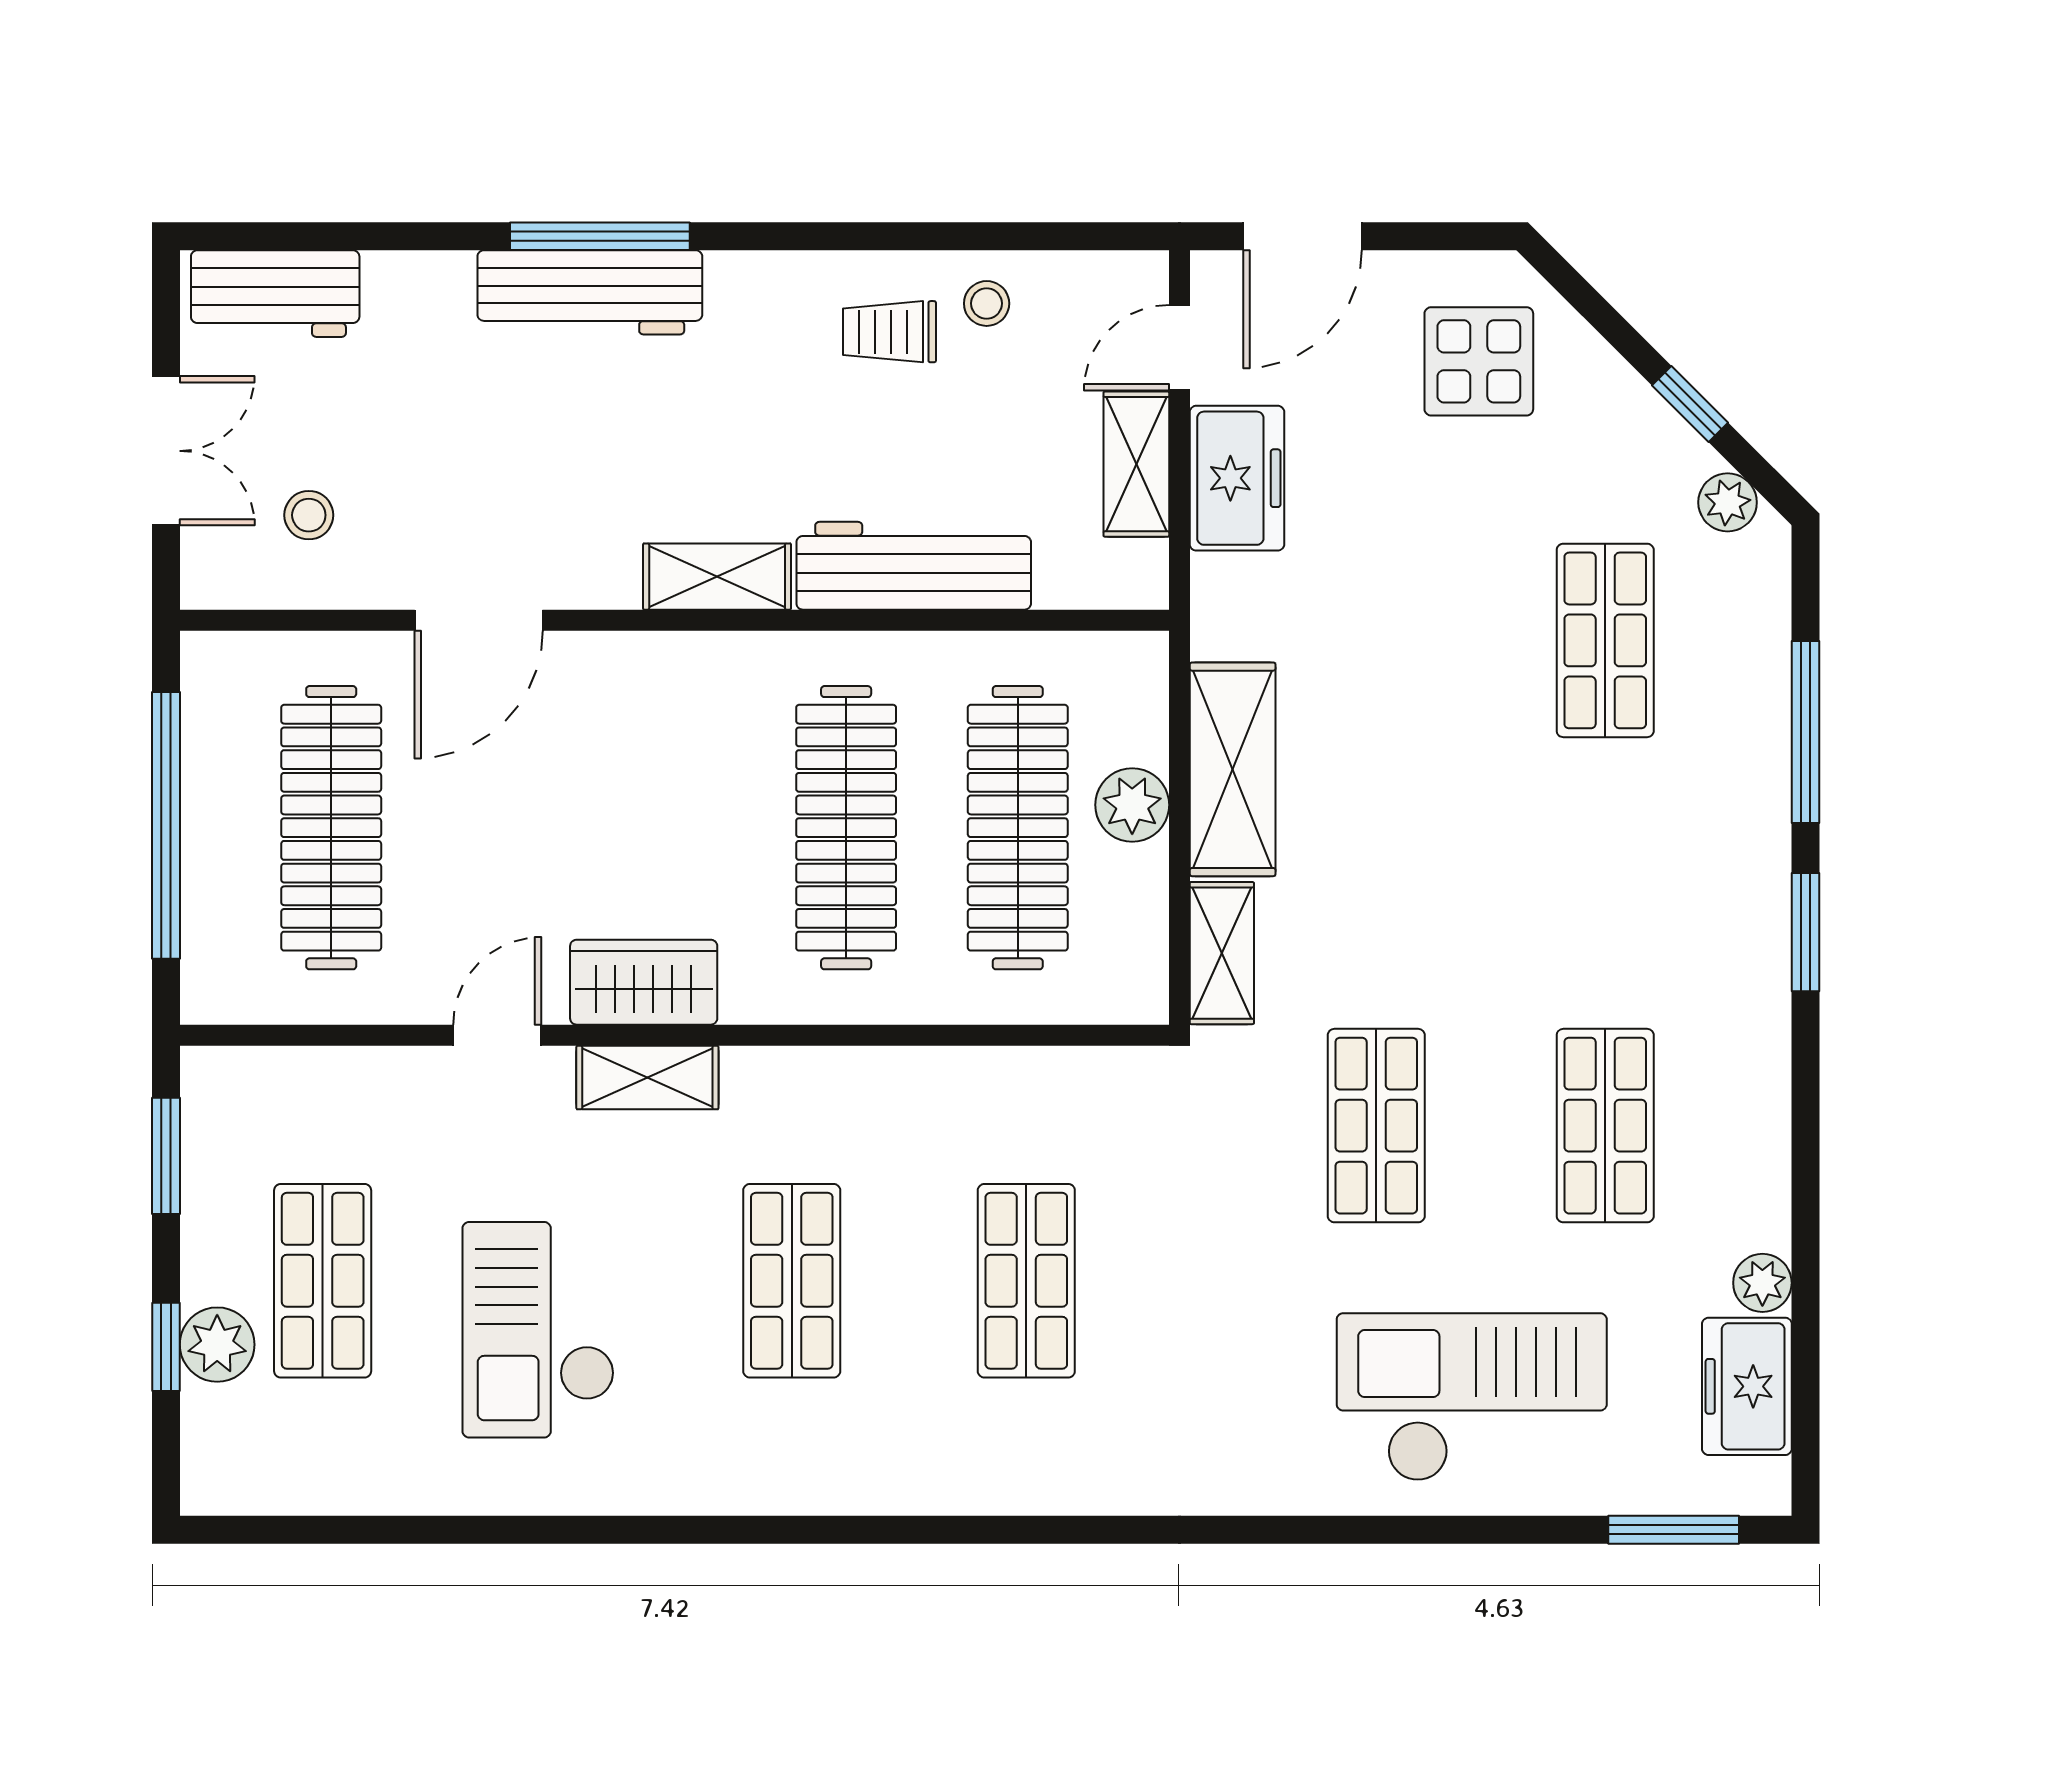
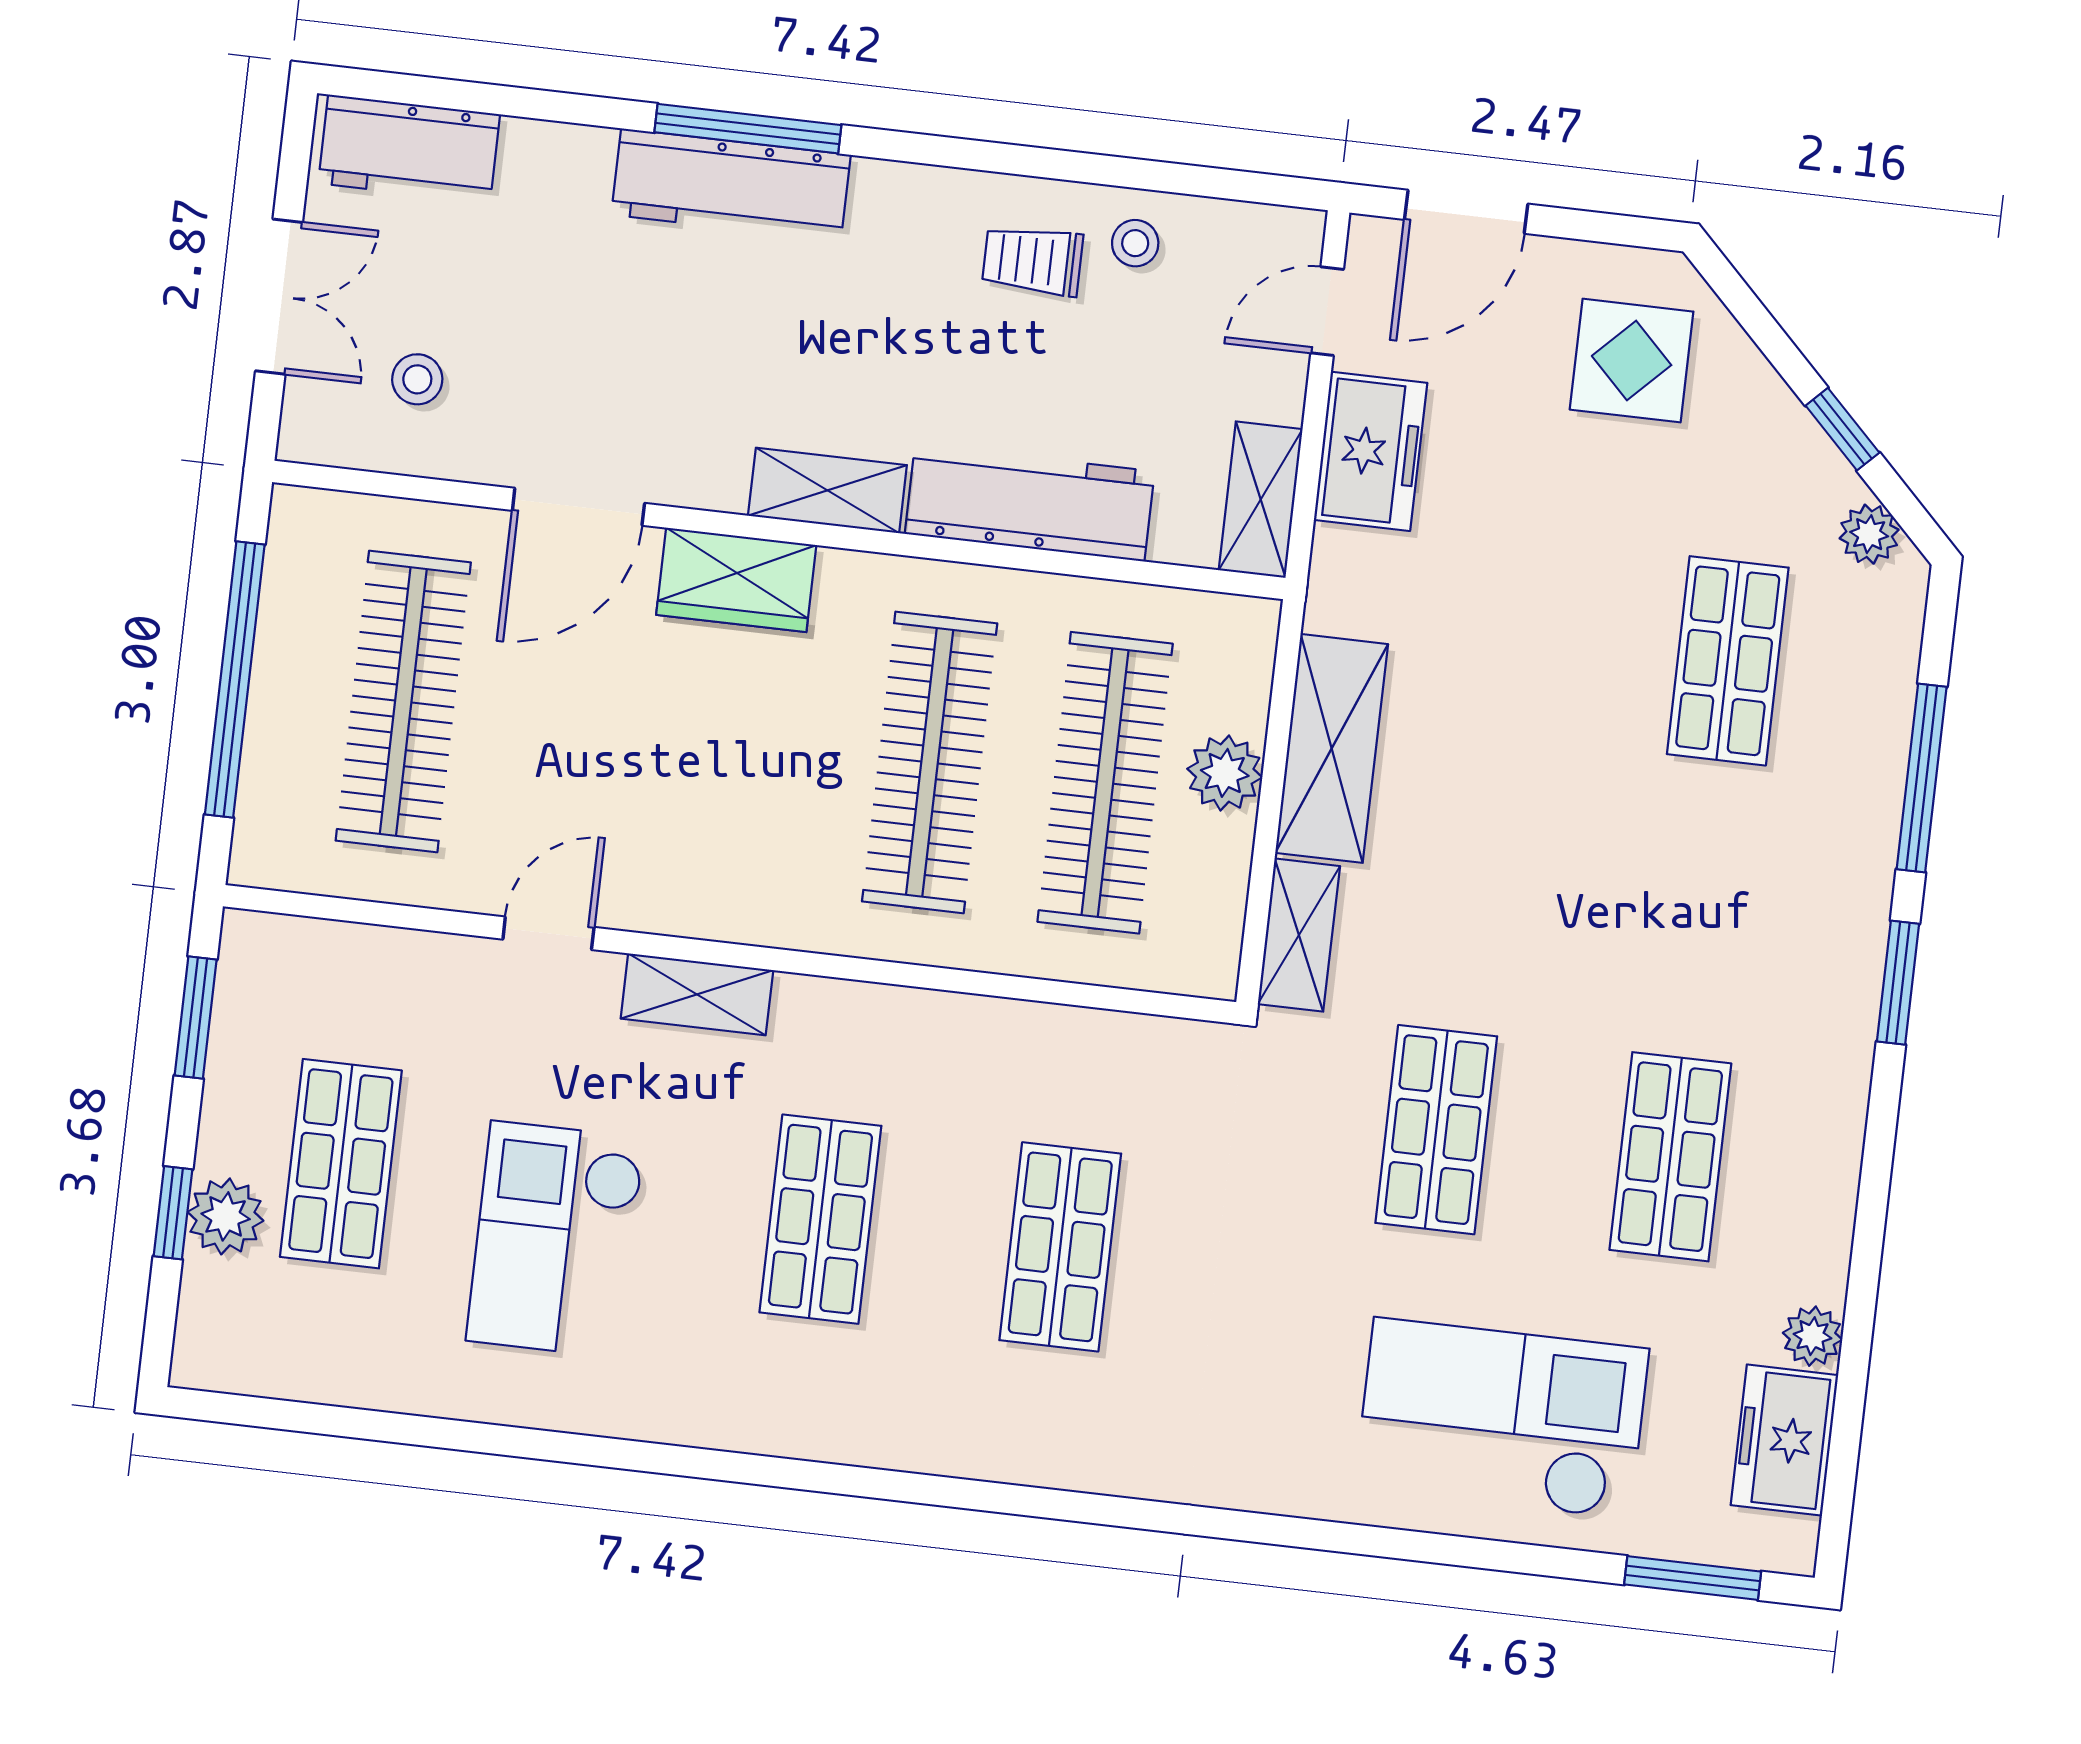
shelving: (1136, 464) -> (1261, 500), moved
wardrobe: (644, 982) -> (736, 580), moved, turned 180

